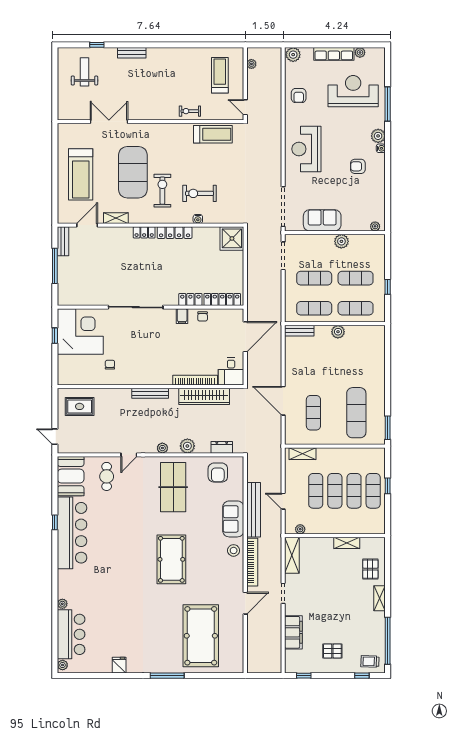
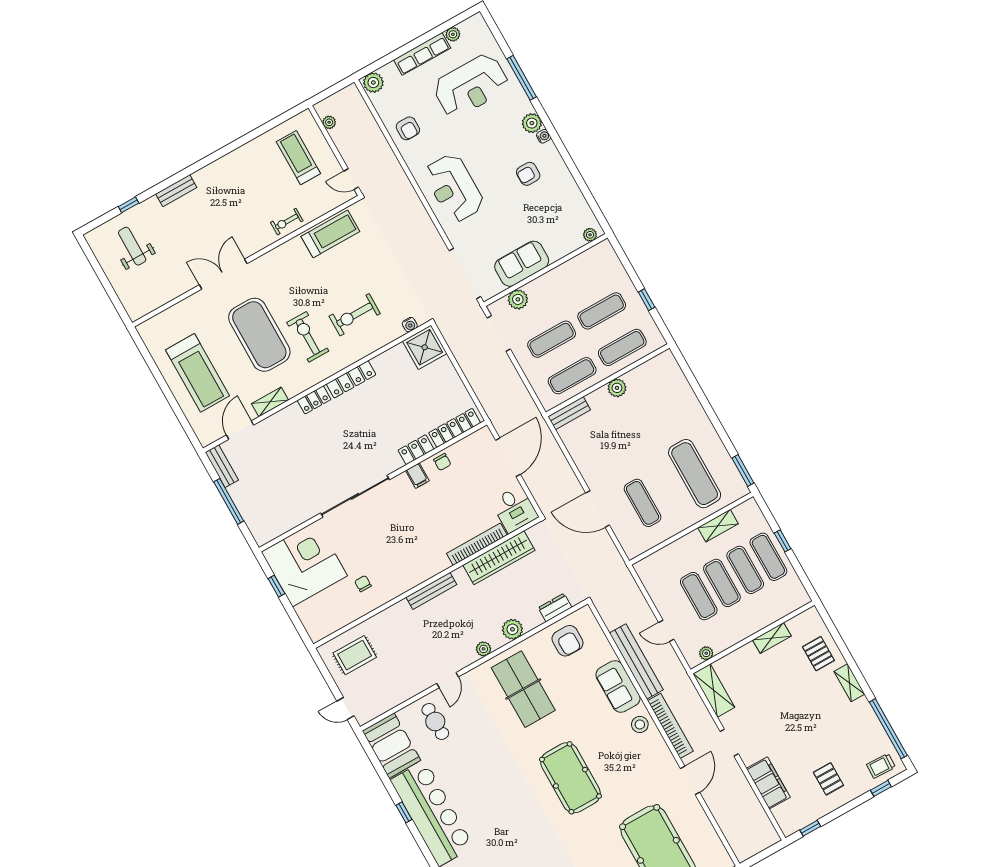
reception desk: (353, 91) -> (471, 86), turned 180
double door: (109, 122) -> (223, 274), moved
water cooler: (198, 219) -> (410, 325), moved
plant: (341, 241) -> (518, 299), moved
shelving: (302, 454) -> (718, 526), moved
pallet: (332, 651) -> (828, 779), turned 90

